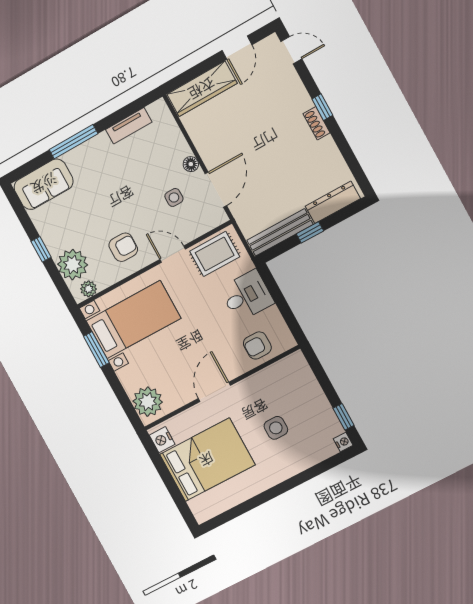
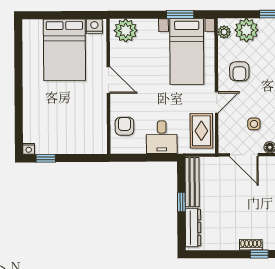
side table: (276, 428) -> (62, 109), removed

